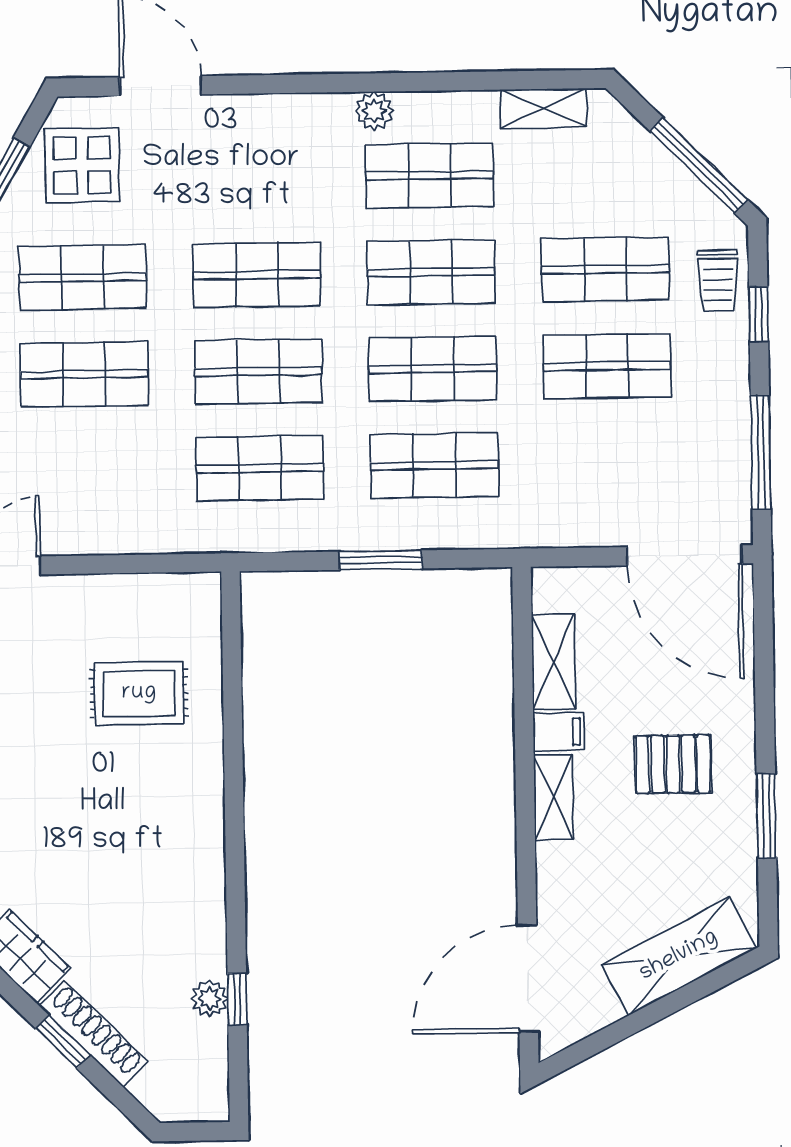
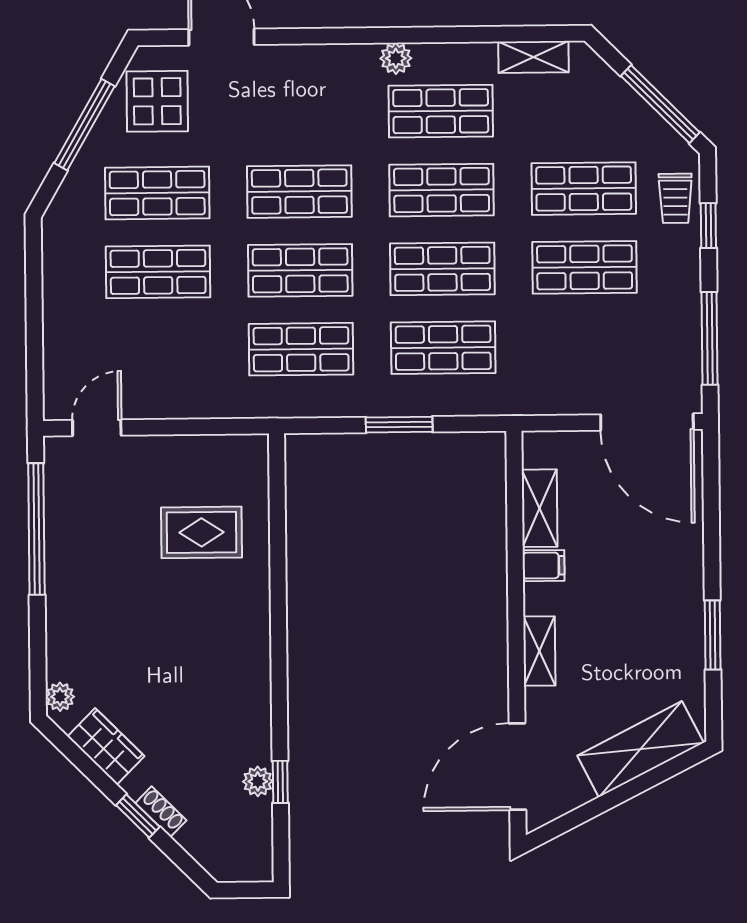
pallet: (673, 764) -> (637, 592), removed
shelving: (553, 797) -> (539, 651), moved
shoe rack: (93, 1034) -> (161, 812), width x0.51, depth x0.81

